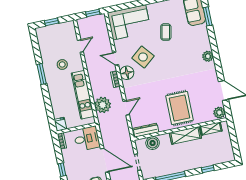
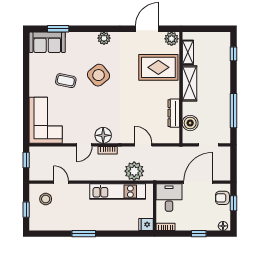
side table: (143, 57) -> (99, 75), moved
stool: (62, 64) -> (46, 199), moved
rug: (179, 108) -> (158, 67), moved
dresser: (146, 130) -> (174, 113), moved
window: (208, 169) -> (234, 54), moved

